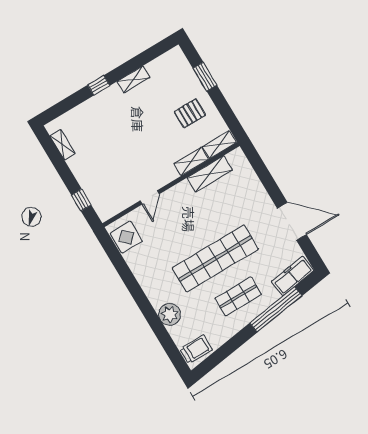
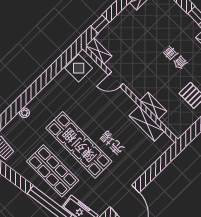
shelving: (219, 145) -> (99, 51), moved
shop shelf: (238, 296) -> (53, 171), width x1.43, depth x1.36
plant: (170, 314) -> (24, 113), width x0.53, depth x0.53

